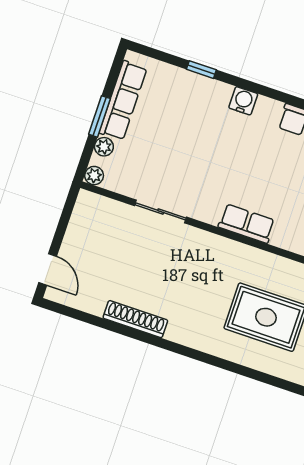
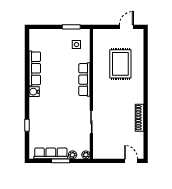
water cooler: (243, 101) -> (34, 92), moved
row of seats: (247, 224) -> (84, 80), width x1.48
door: (48, 269) -> (131, 161), hinge flipped

